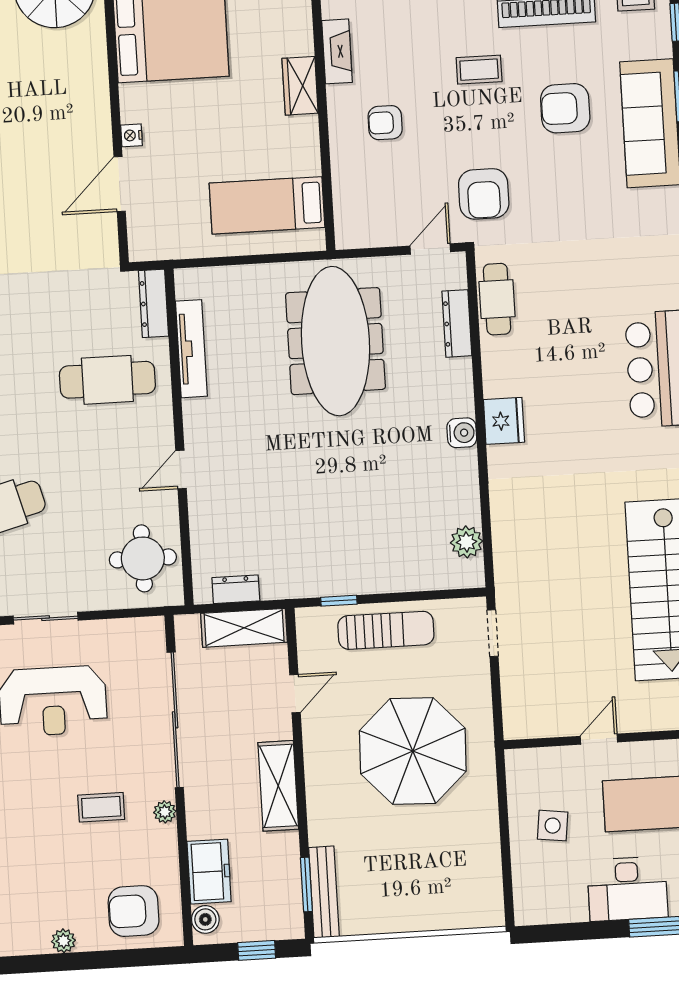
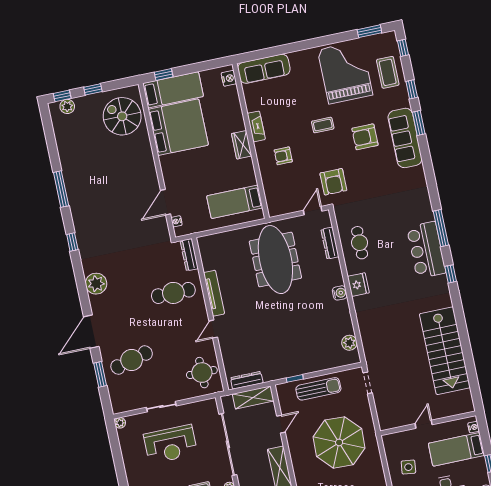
nightstand: (132, 135) -> (177, 221), moved
cafe table: (497, 299) -> (360, 243), moved
tv unit: (191, 349) -> (214, 293), moved
dresser: (236, 589) -> (247, 380), width x1.44

